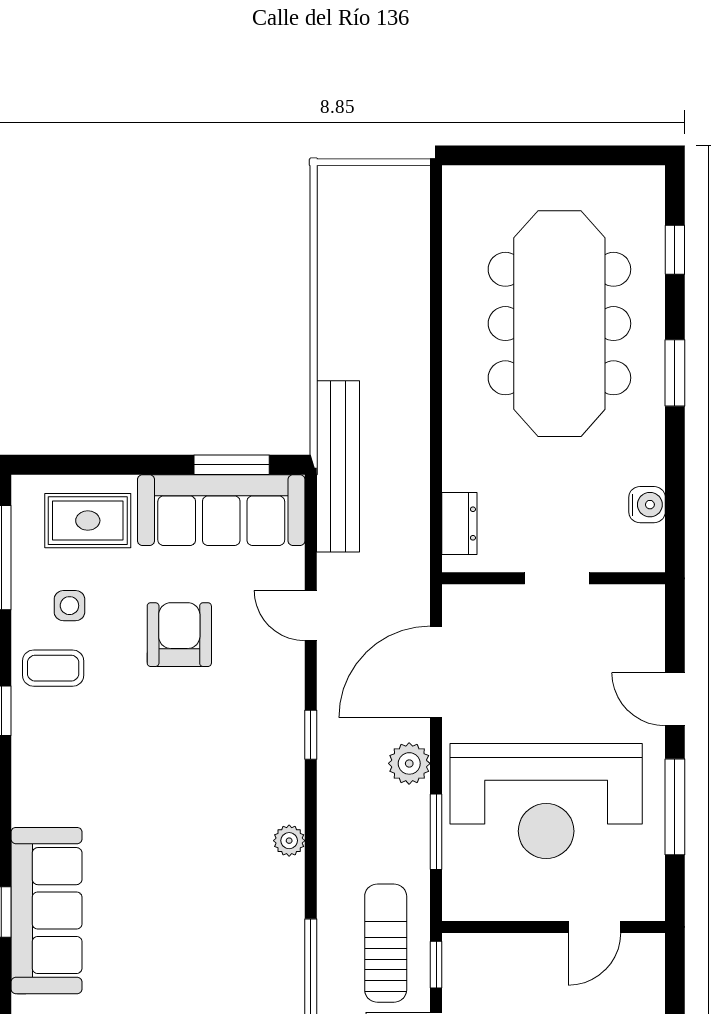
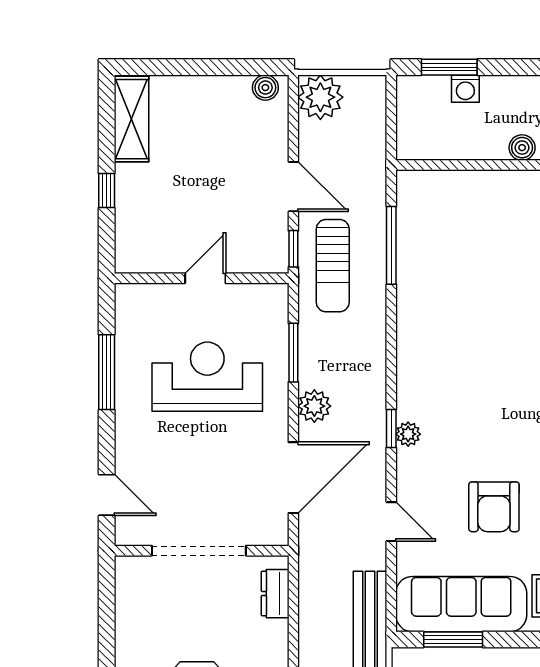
water cooler: (647, 505) -> (128, 608), removed
doorway: (557, 578) -> (199, 551), width x1.88
door: (675, 699) -> (107, 495), moved
reception desk: (546, 801) -> (207, 377), width x0.74, depth x0.77
plant: (289, 841) -> (408, 434), moved
door: (594, 927) -> (205, 278), moved

